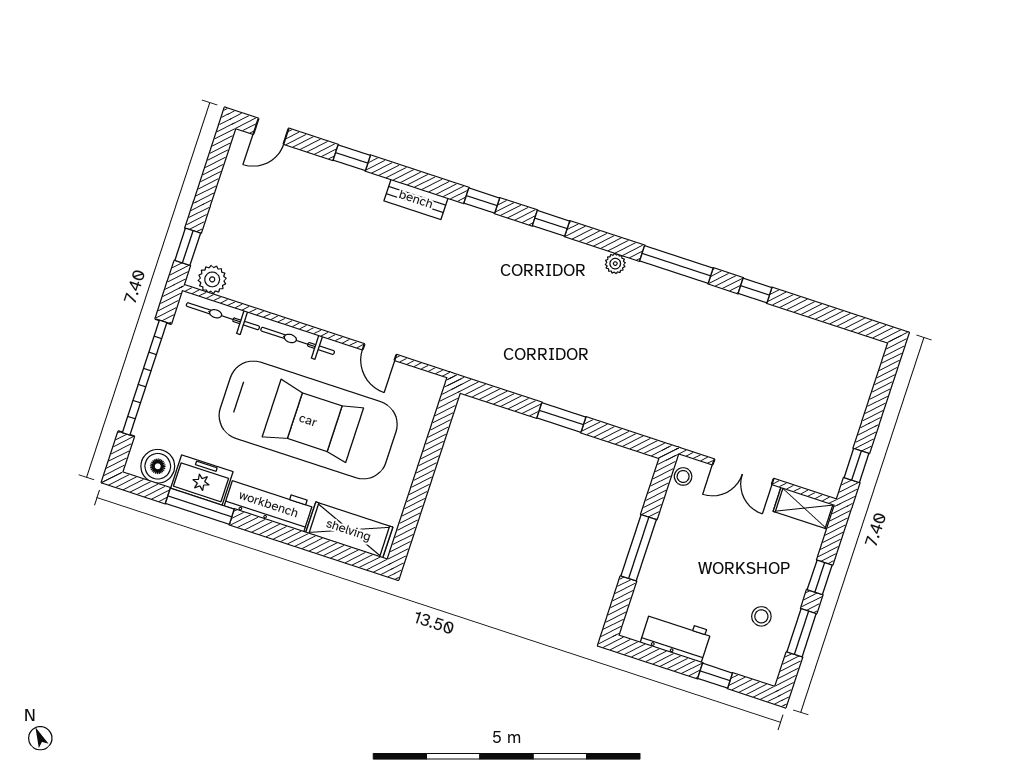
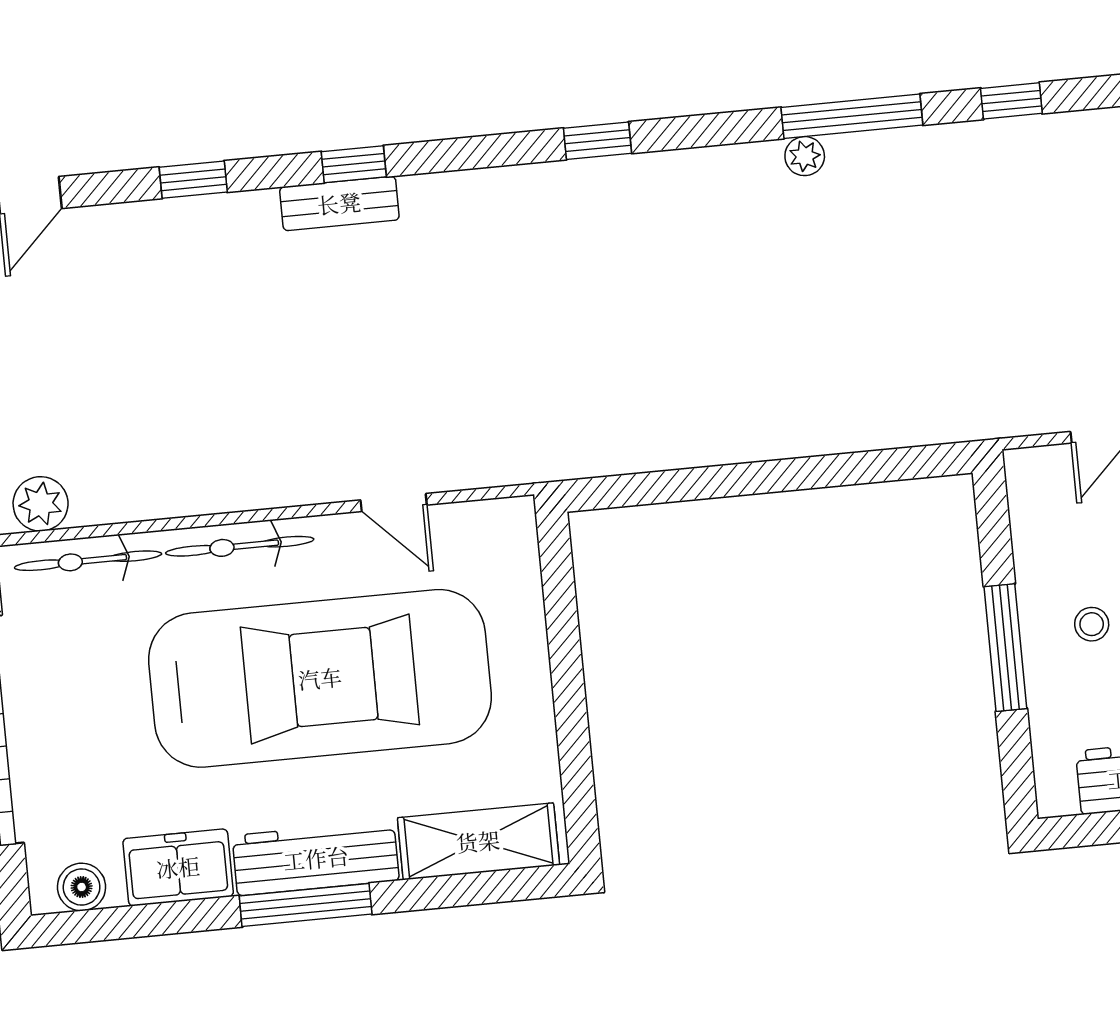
window: (482, 201) -> (354, 164), moved
plant: (615, 264) -> (805, 156), moved
window: (561, 418) -> (767, 477), removed
boiler: (158, 466) -> (82, 887), width x0.73, depth x0.73
stool: (683, 476) -> (1092, 624), moved
window: (200, 506) -> (306, 905), moved

